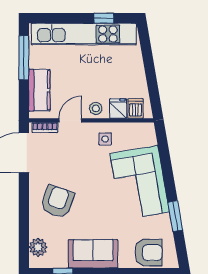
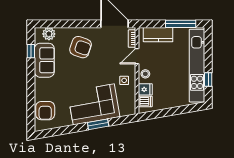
door: (70, 120) -> (137, 56), swing flipped
window: (175, 216) -> (98, 124), moved
sofa: (93, 254) -> (44, 60), moved

